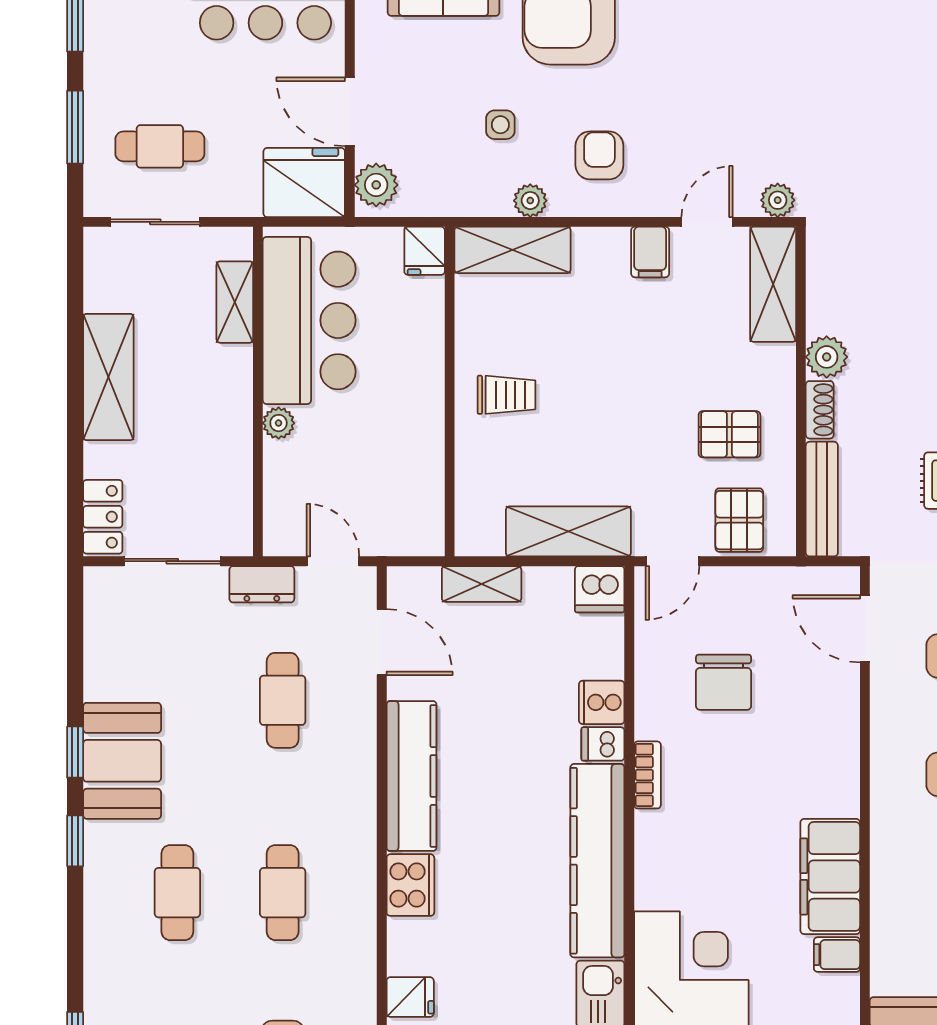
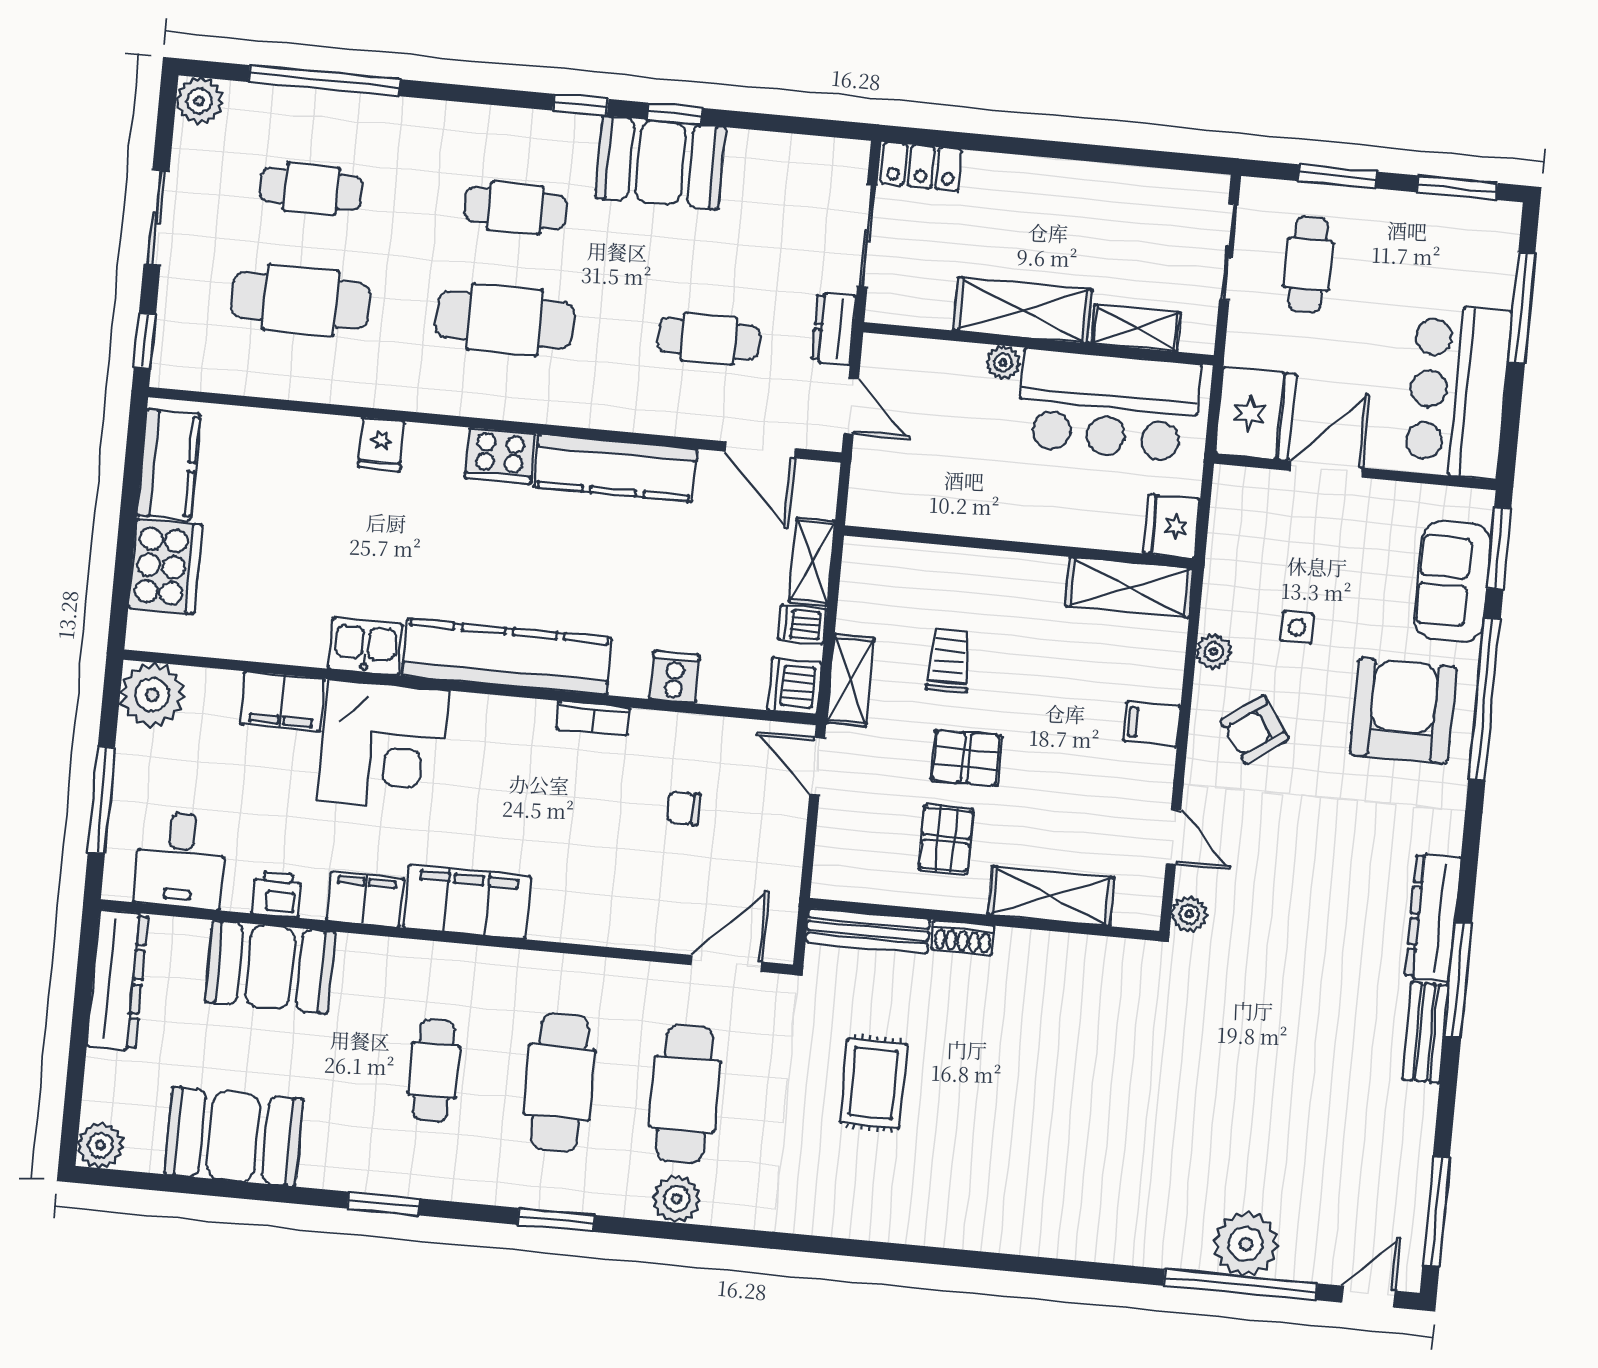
armchair: (599, 155) -> (1255, 729), turned 145
plant: (376, 185) -> (1246, 490), removed
shelving: (513, 250) -> (1130, 587), moved, turned 90
fridge: (425, 251) -> (1172, 526), width x1.38
filing cabinet: (650, 252) -> (1152, 724), moved
shelving: (773, 284) -> (1051, 896), moved
plant: (827, 357) -> (1018, 950), removed
shelving: (108, 377) -> (1023, 310), moved
trolley: (506, 395) -> (949, 661), moved, turned 180
pallet: (739, 520) -> (966, 758), moved
shelving: (568, 531) -> (850, 680), width x0.67, depth x0.75
door: (333, 561) -> (851, 406), hinge flipped
door: (382, 642) -> (760, 450), hinge flipped
chair: (724, 682) -> (684, 808), width x0.54, depth x0.54
dishwasher: (603, 744) -> (802, 625), moved, turned -90
cafe table: (283, 893) -> (505, 320), width x1.37, depth x1.35
filing cabinet: (837, 955) -> (365, 899), width x2.00

